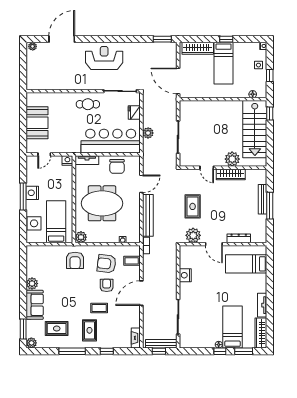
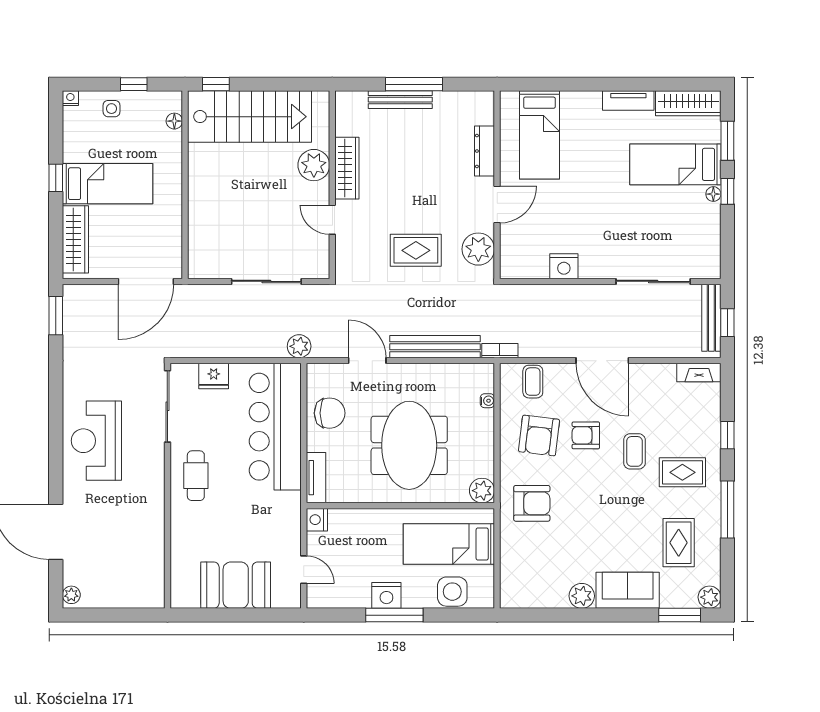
plant: (148, 133) -> (299, 346), moved
door: (207, 168) -> (332, 220), swing flipped

